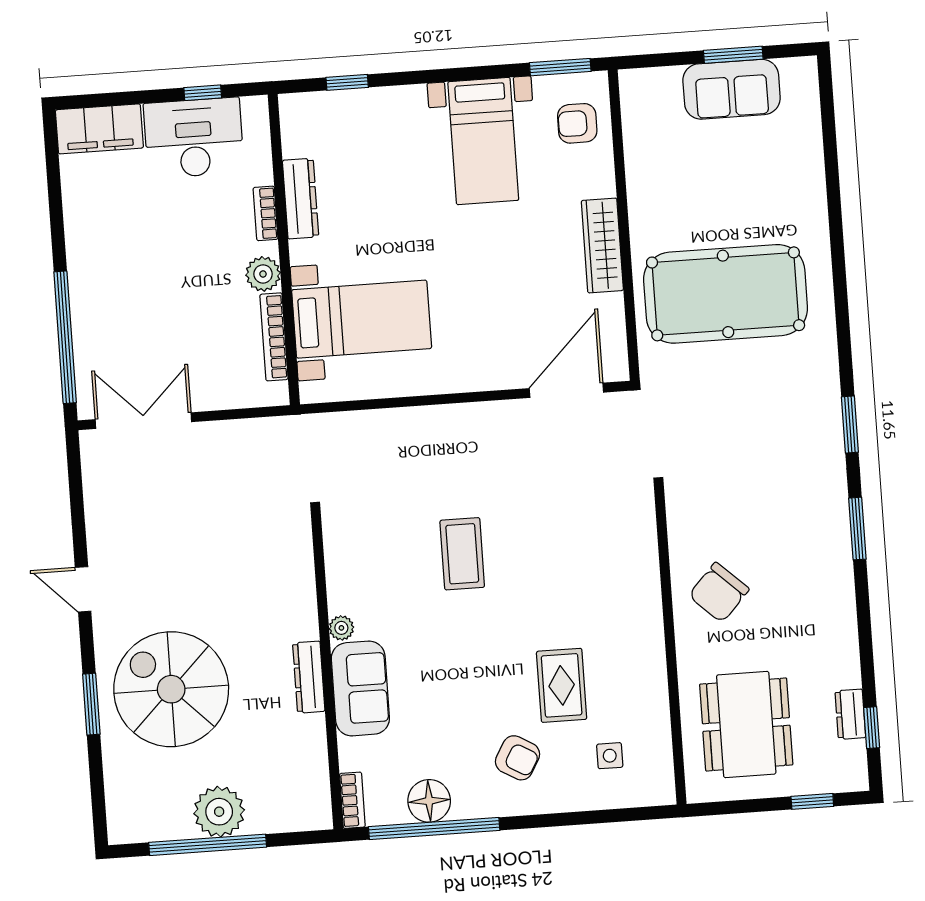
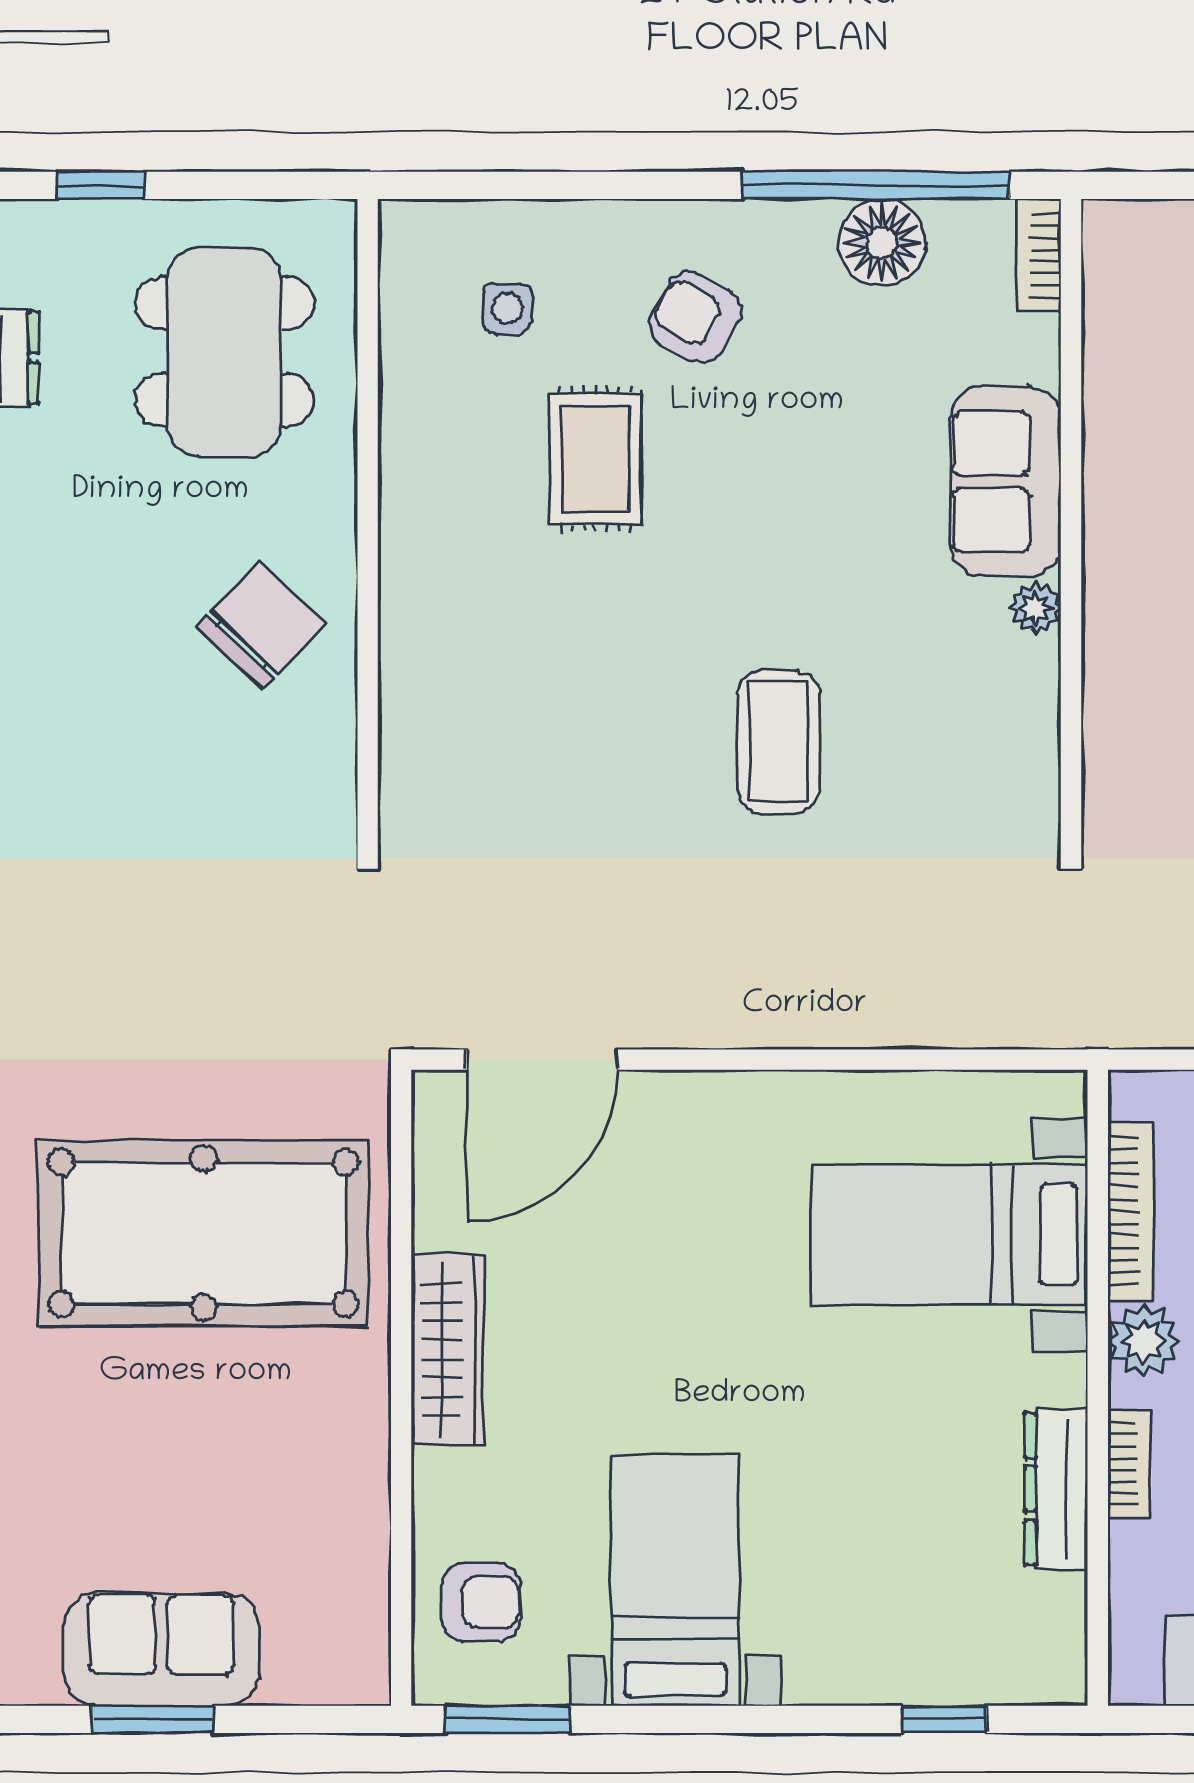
dresser: (309, 677) -> (1109, 512), removed

